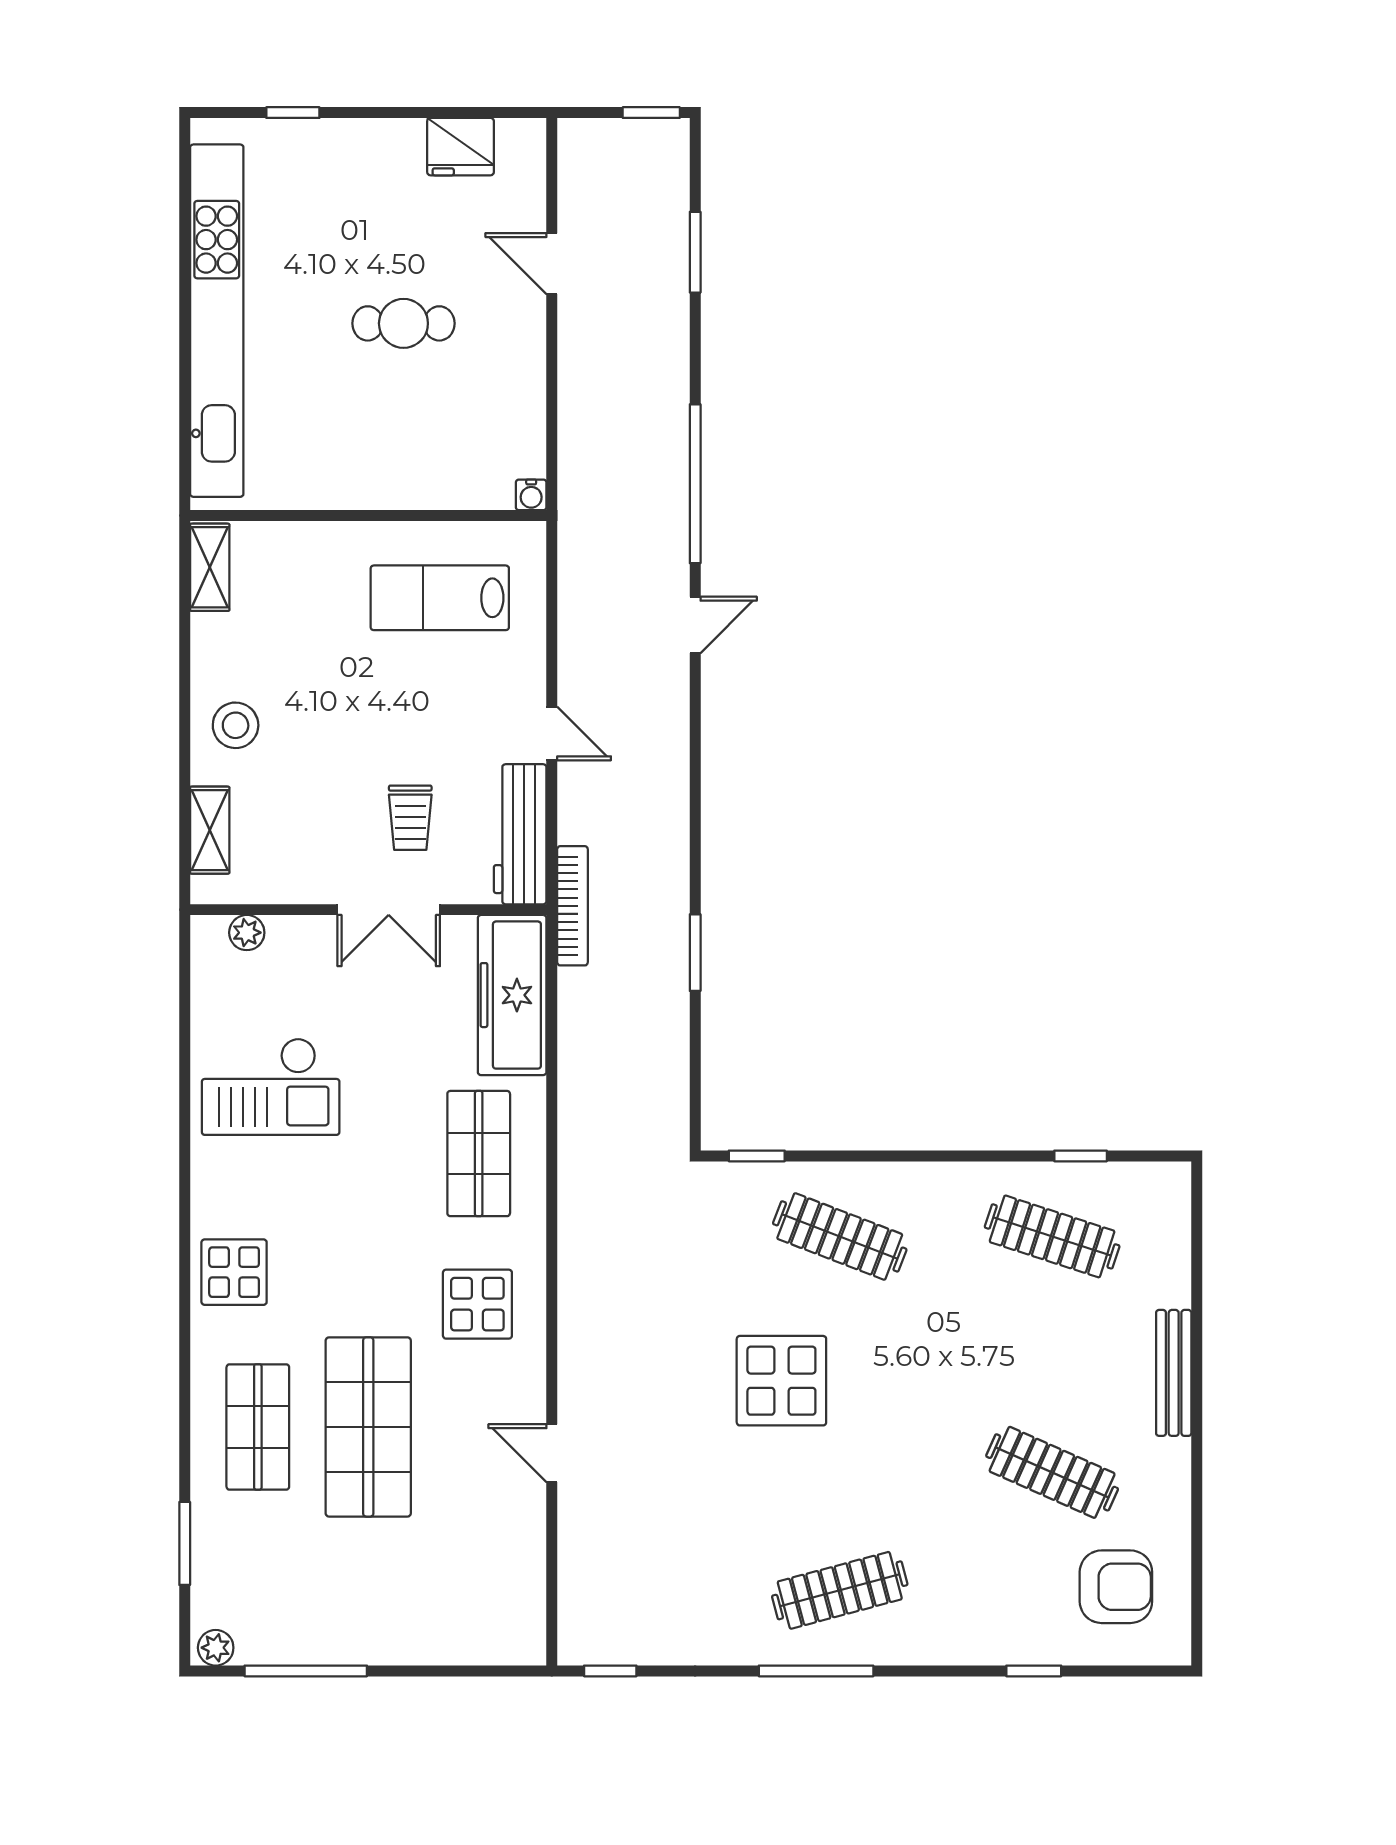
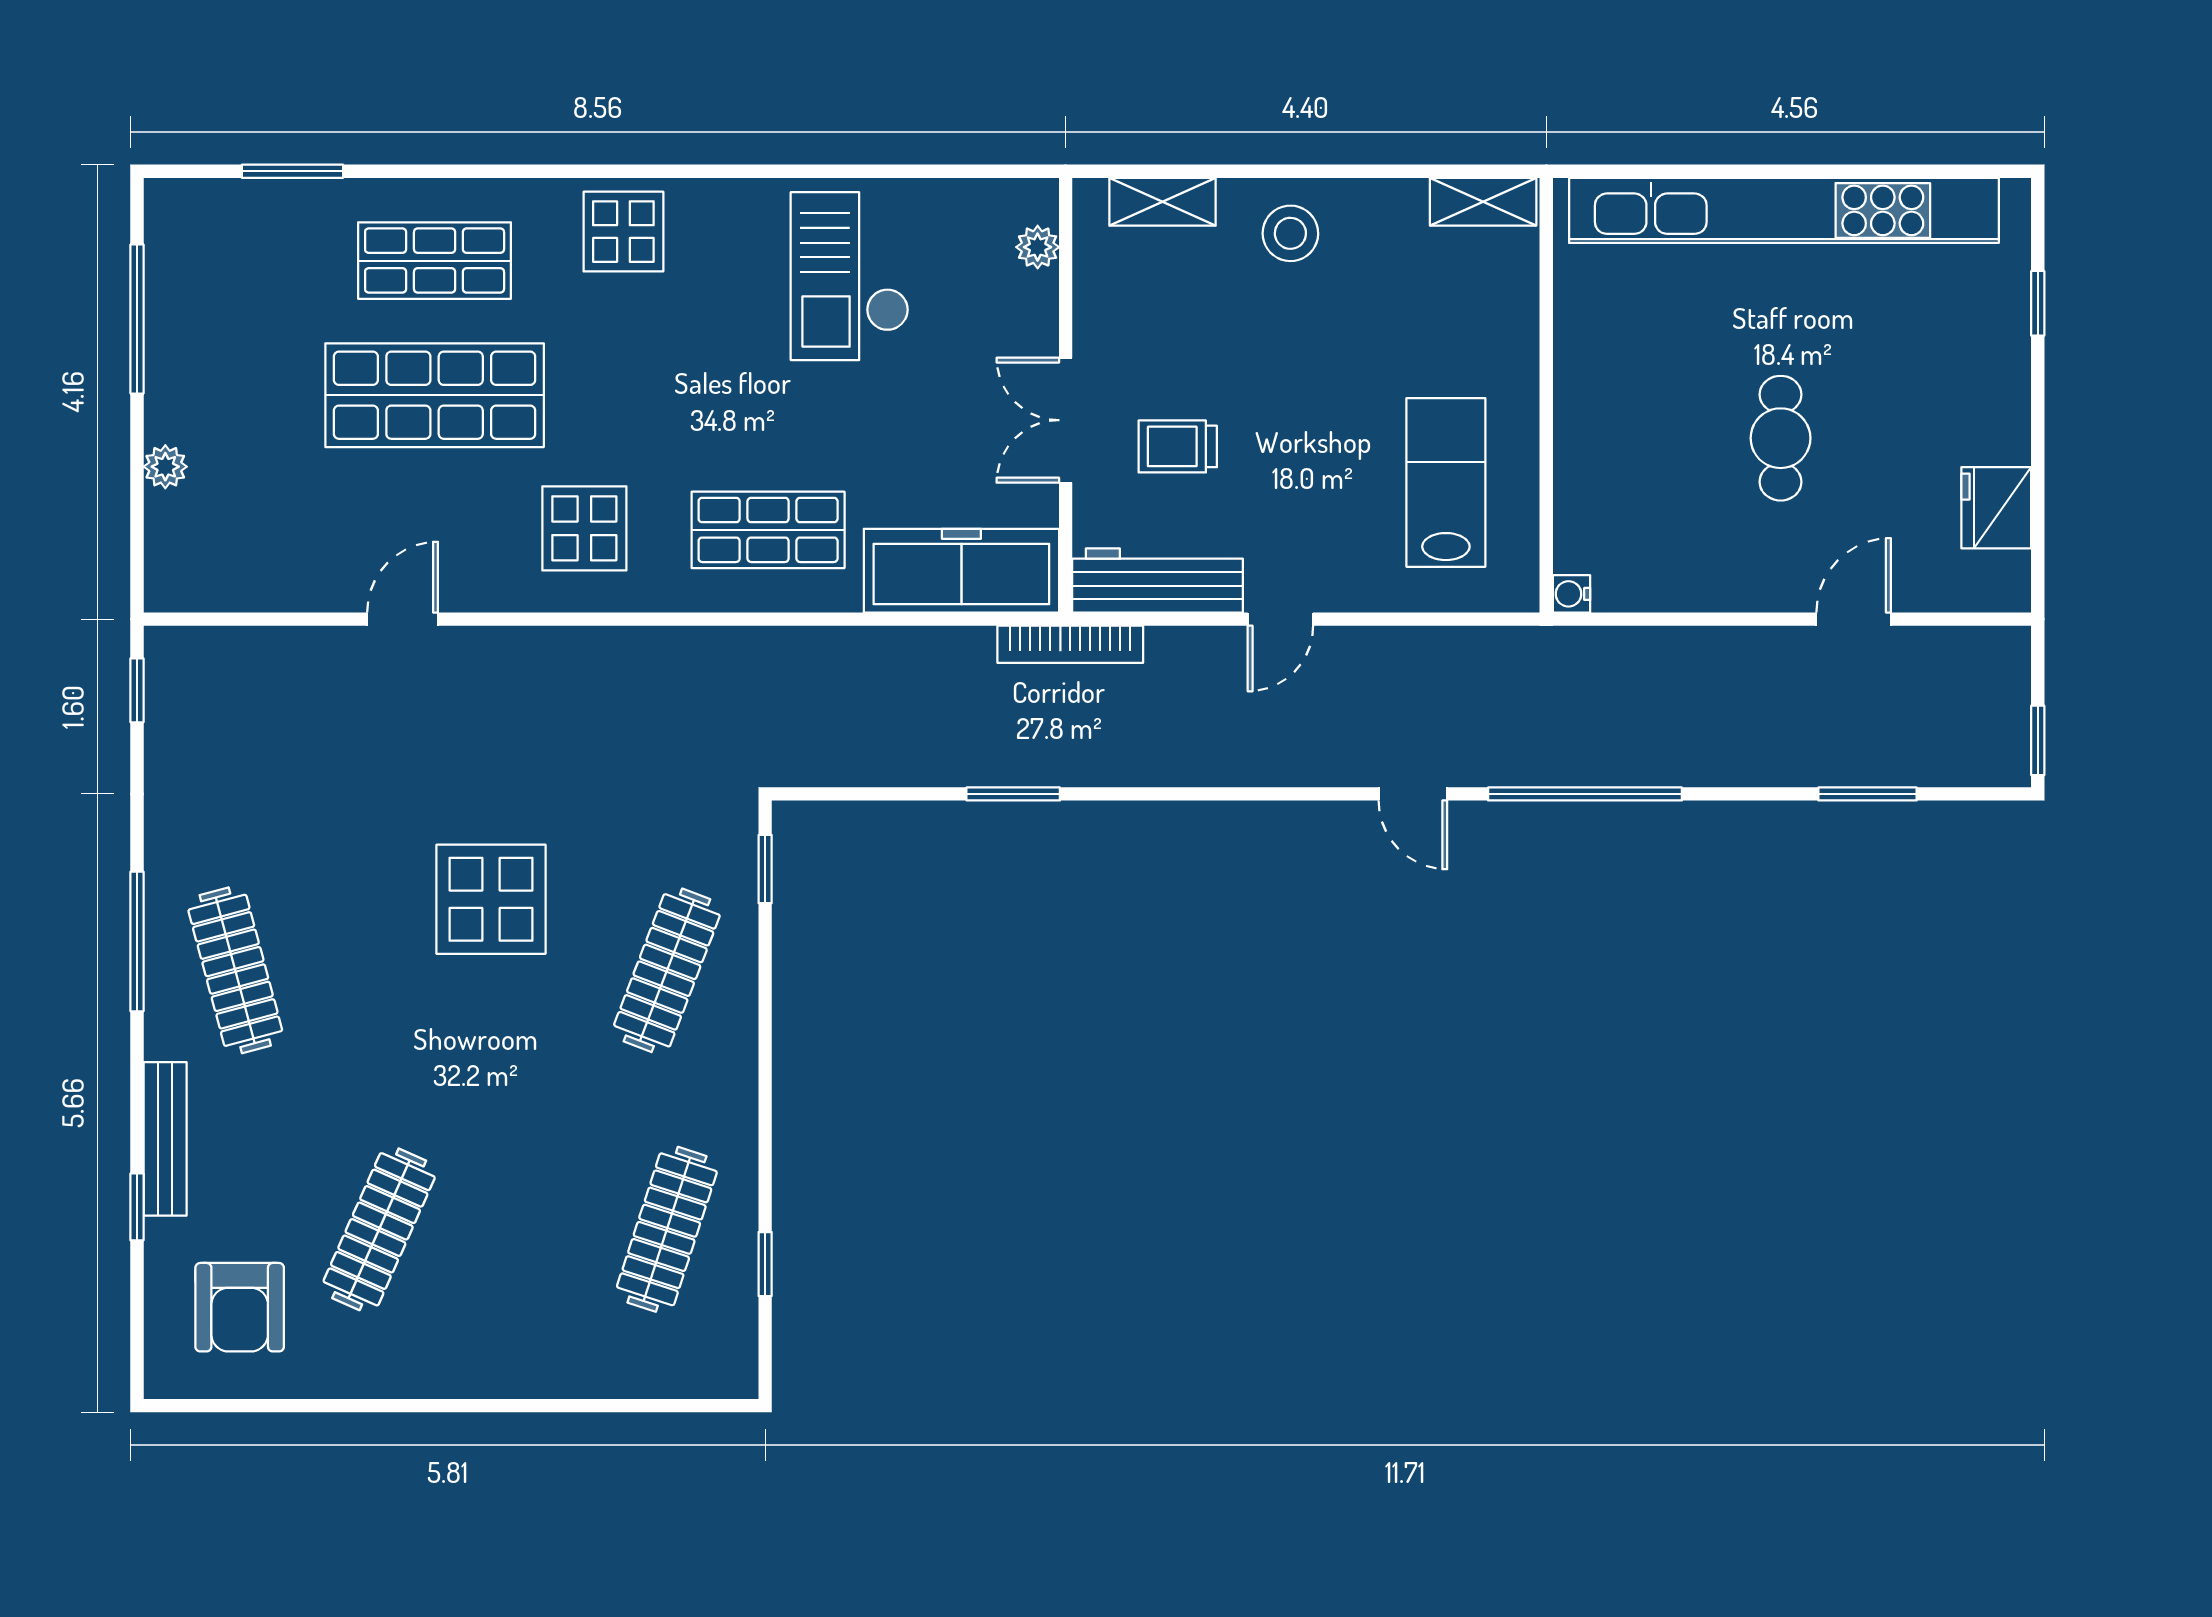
bench: (1174, 1373) -> (165, 1139), moved, turned 90
plant: (216, 1648) -> (165, 467), moved

